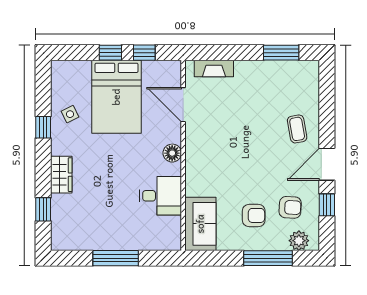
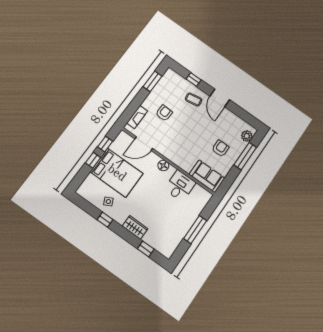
window: (327, 205) -> (194, 79), moved
armchair: (290, 207) -> (164, 113), moved

